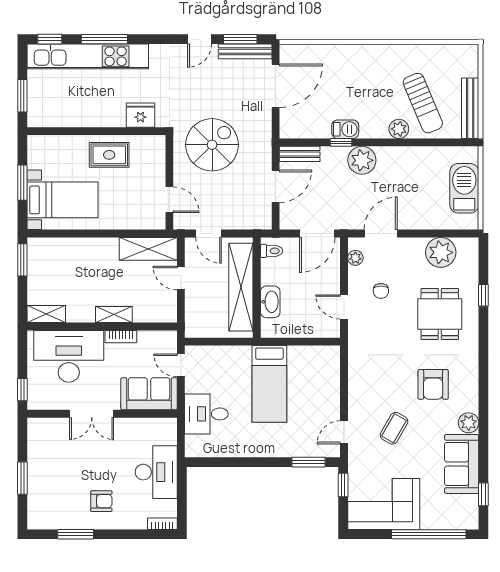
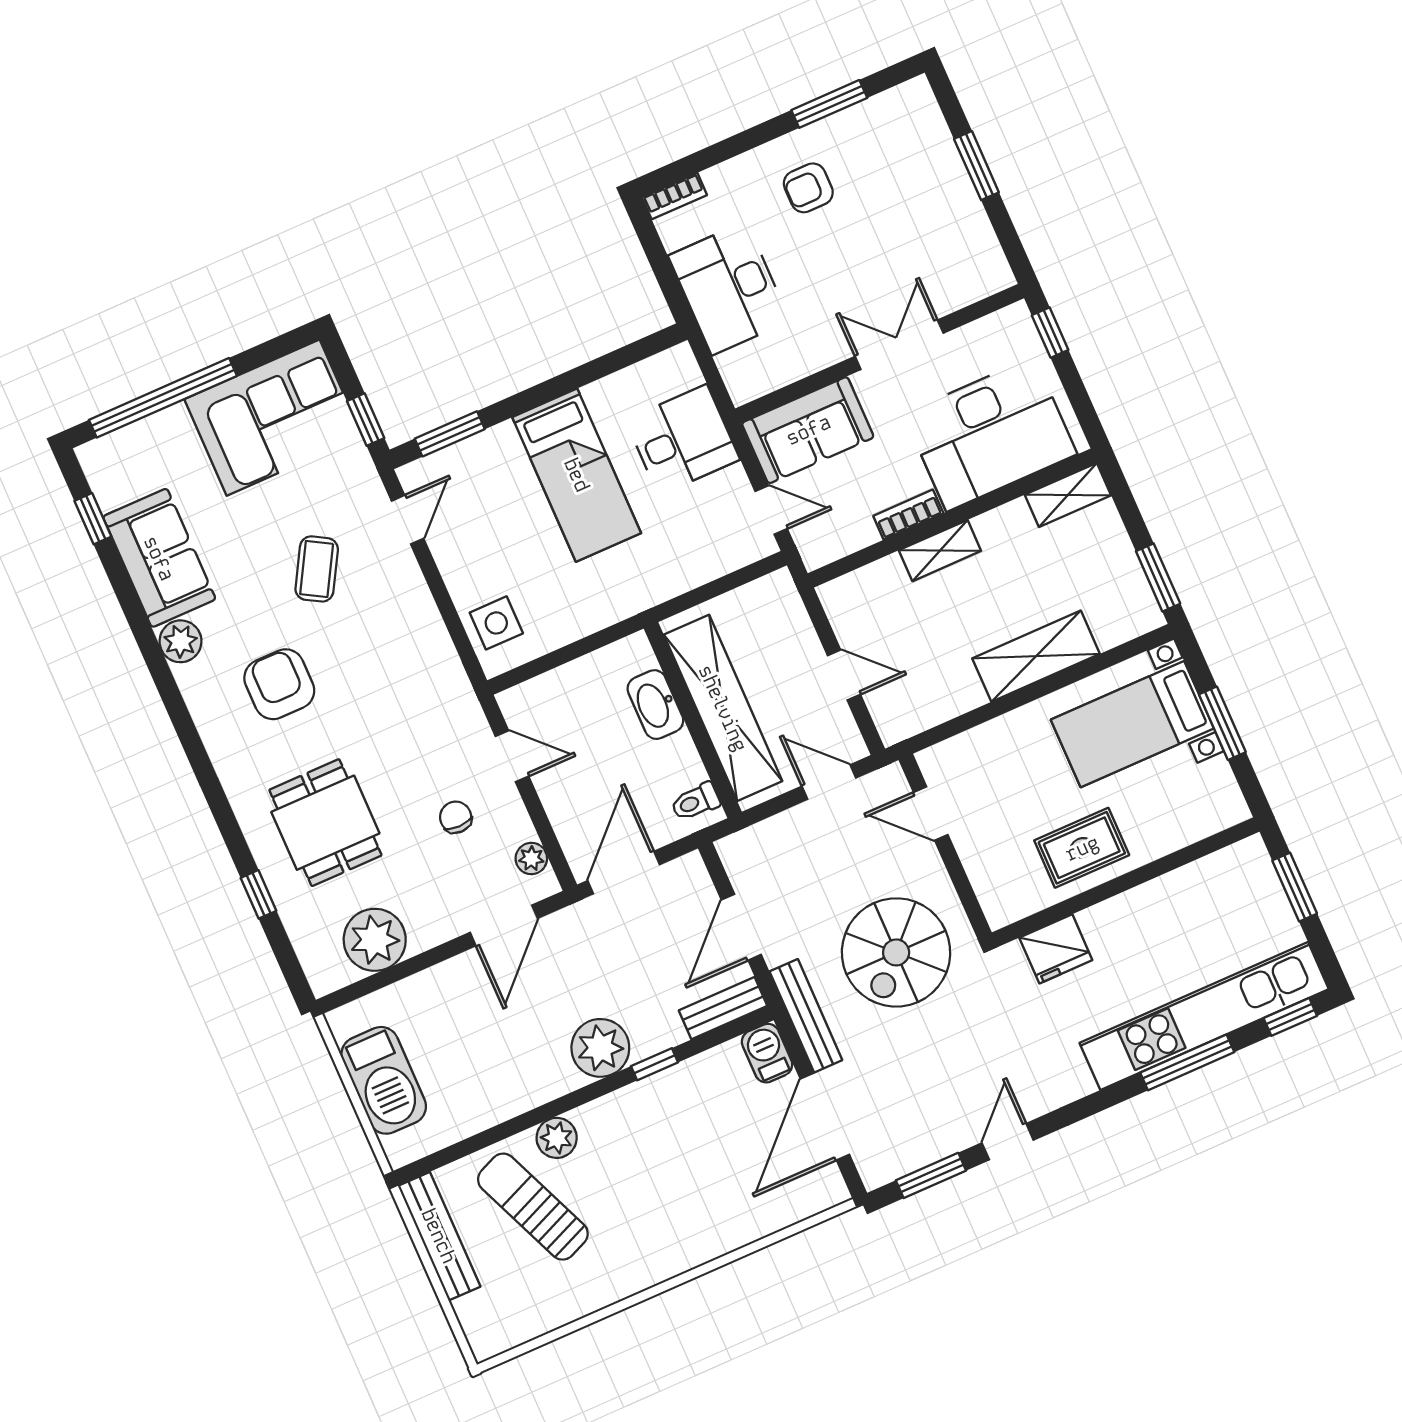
bench: (245, 51) -> (806, 1016), moved, turned 90
barbecue: (345, 129) -> (767, 1053), moved, turned 90
shelving: (148, 249) -> (1036, 656), moved
side table: (325, 369) -> (496, 623), added
bed: (269, 384) -> (577, 475), moved, turned 180

